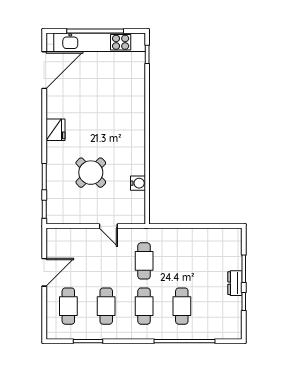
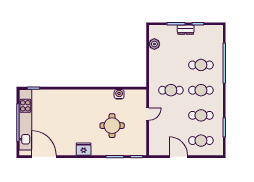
round table: (91, 173) -> (112, 126), turned 45
plant: (213, 236) -> (154, 44), added

